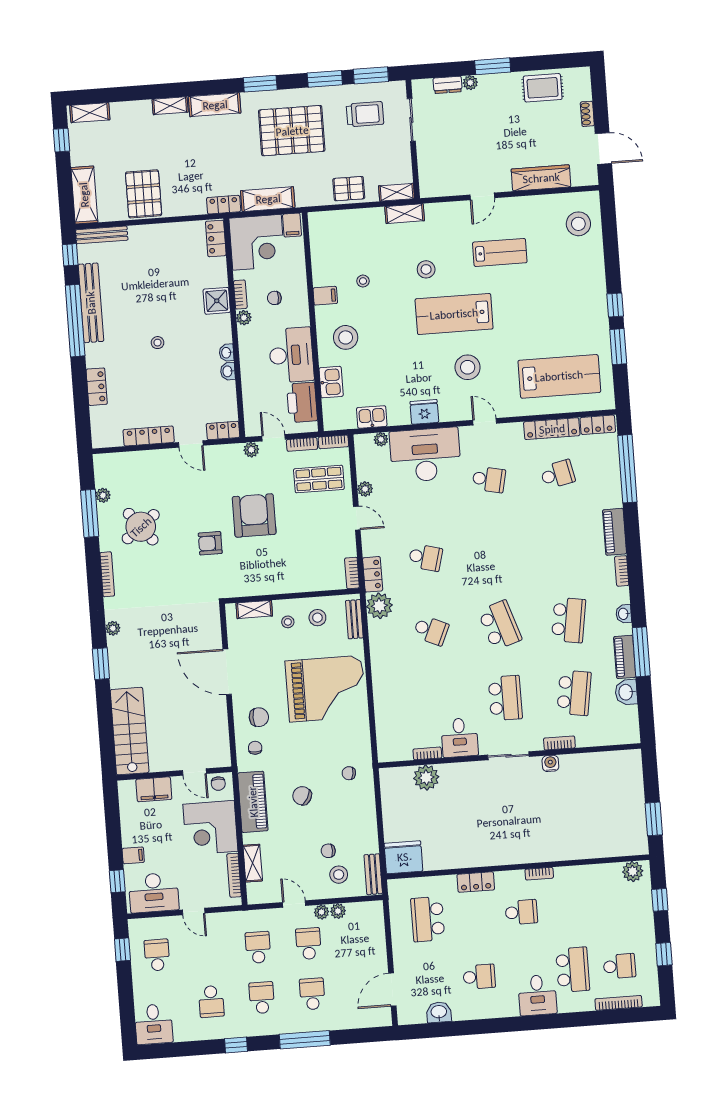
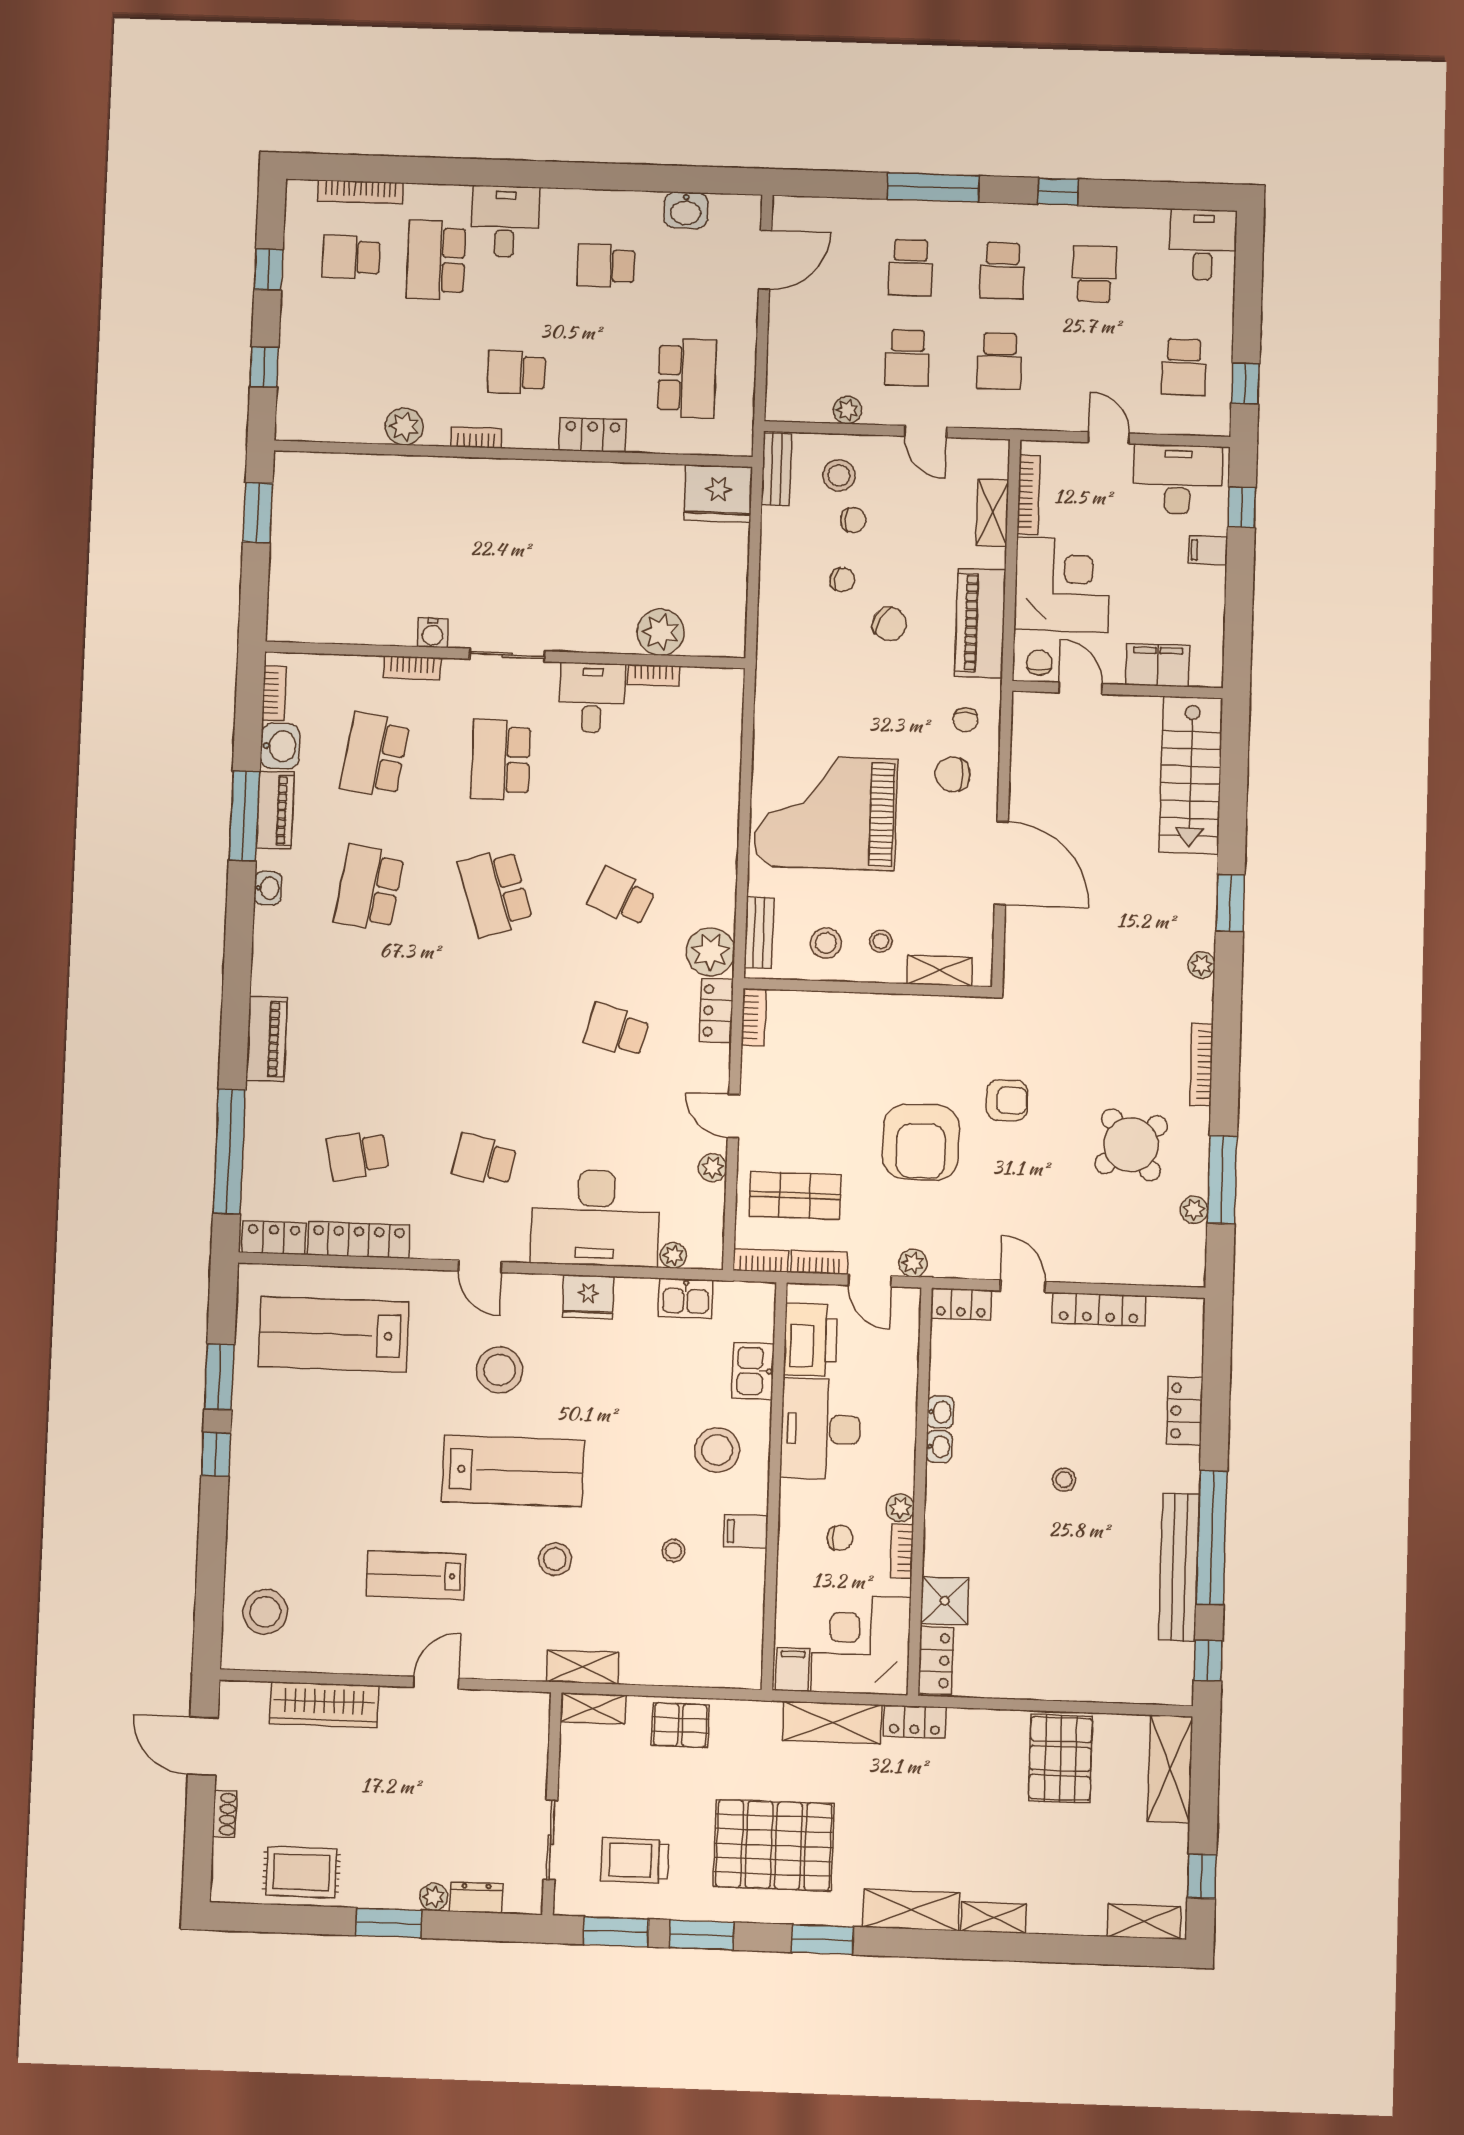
bench: (102, 235) -> (1146, 1691), removed
shower: (217, 301) -> (945, 1601), moved
bookcase: (622, 571) -> (274, 693), moved
chair: (349, 773) -> (842, 580), moved
plant: (633, 871) -> (404, 426), moved
plant: (322, 912) -> (877, 412), removed

